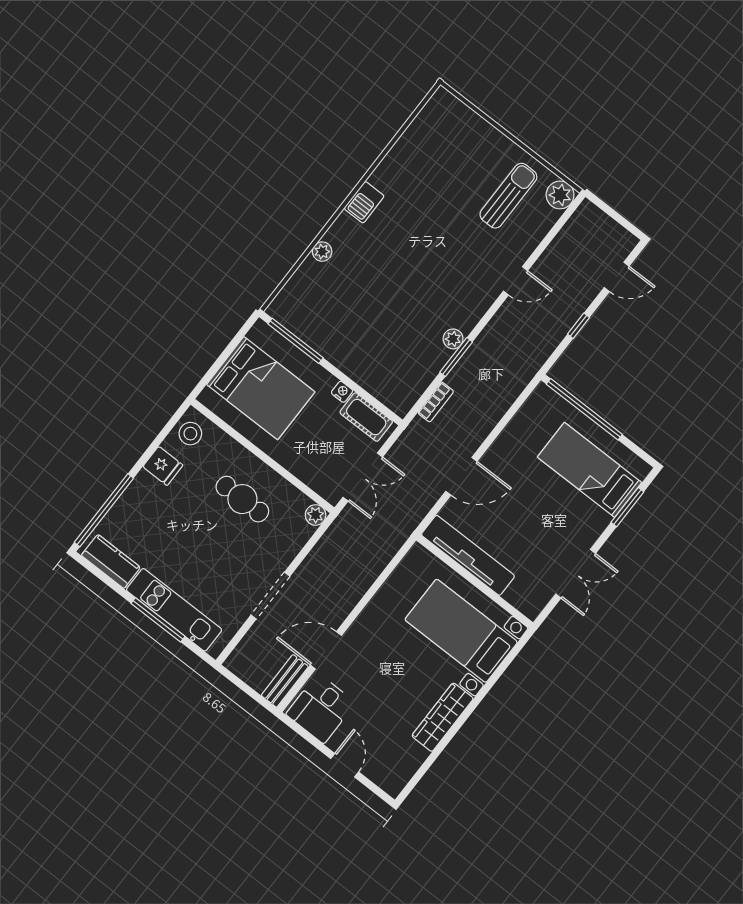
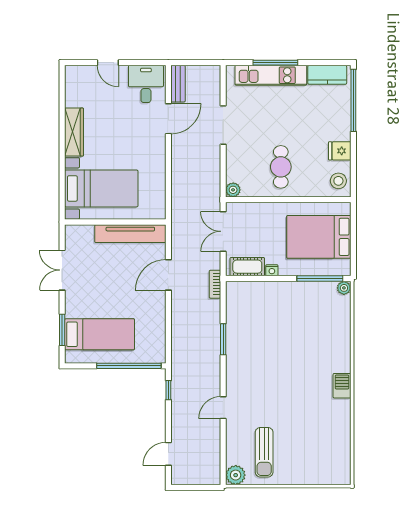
plant: (322, 252) -> (344, 288), moved
window: (579, 326) -> (168, 390), moved
plant: (453, 339) -> (233, 348), removed
bookcase: (436, 402) -> (215, 284), moved
cafe table: (242, 499) -> (281, 167), turned 90

